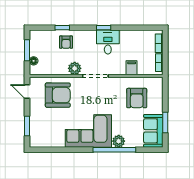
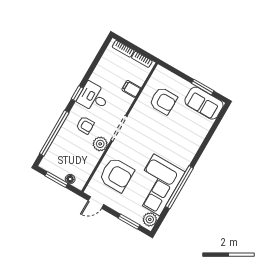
window: (62, 28) -> (54, 133), width x3.17
armchair: (66, 42) -> (85, 125), moved
armchair: (58, 95) -> (116, 175), turned 90
corner sofa: (88, 131) -> (157, 185), moved
plant: (119, 141) -> (150, 219), moved
window: (114, 150) -> (179, 187), moved

